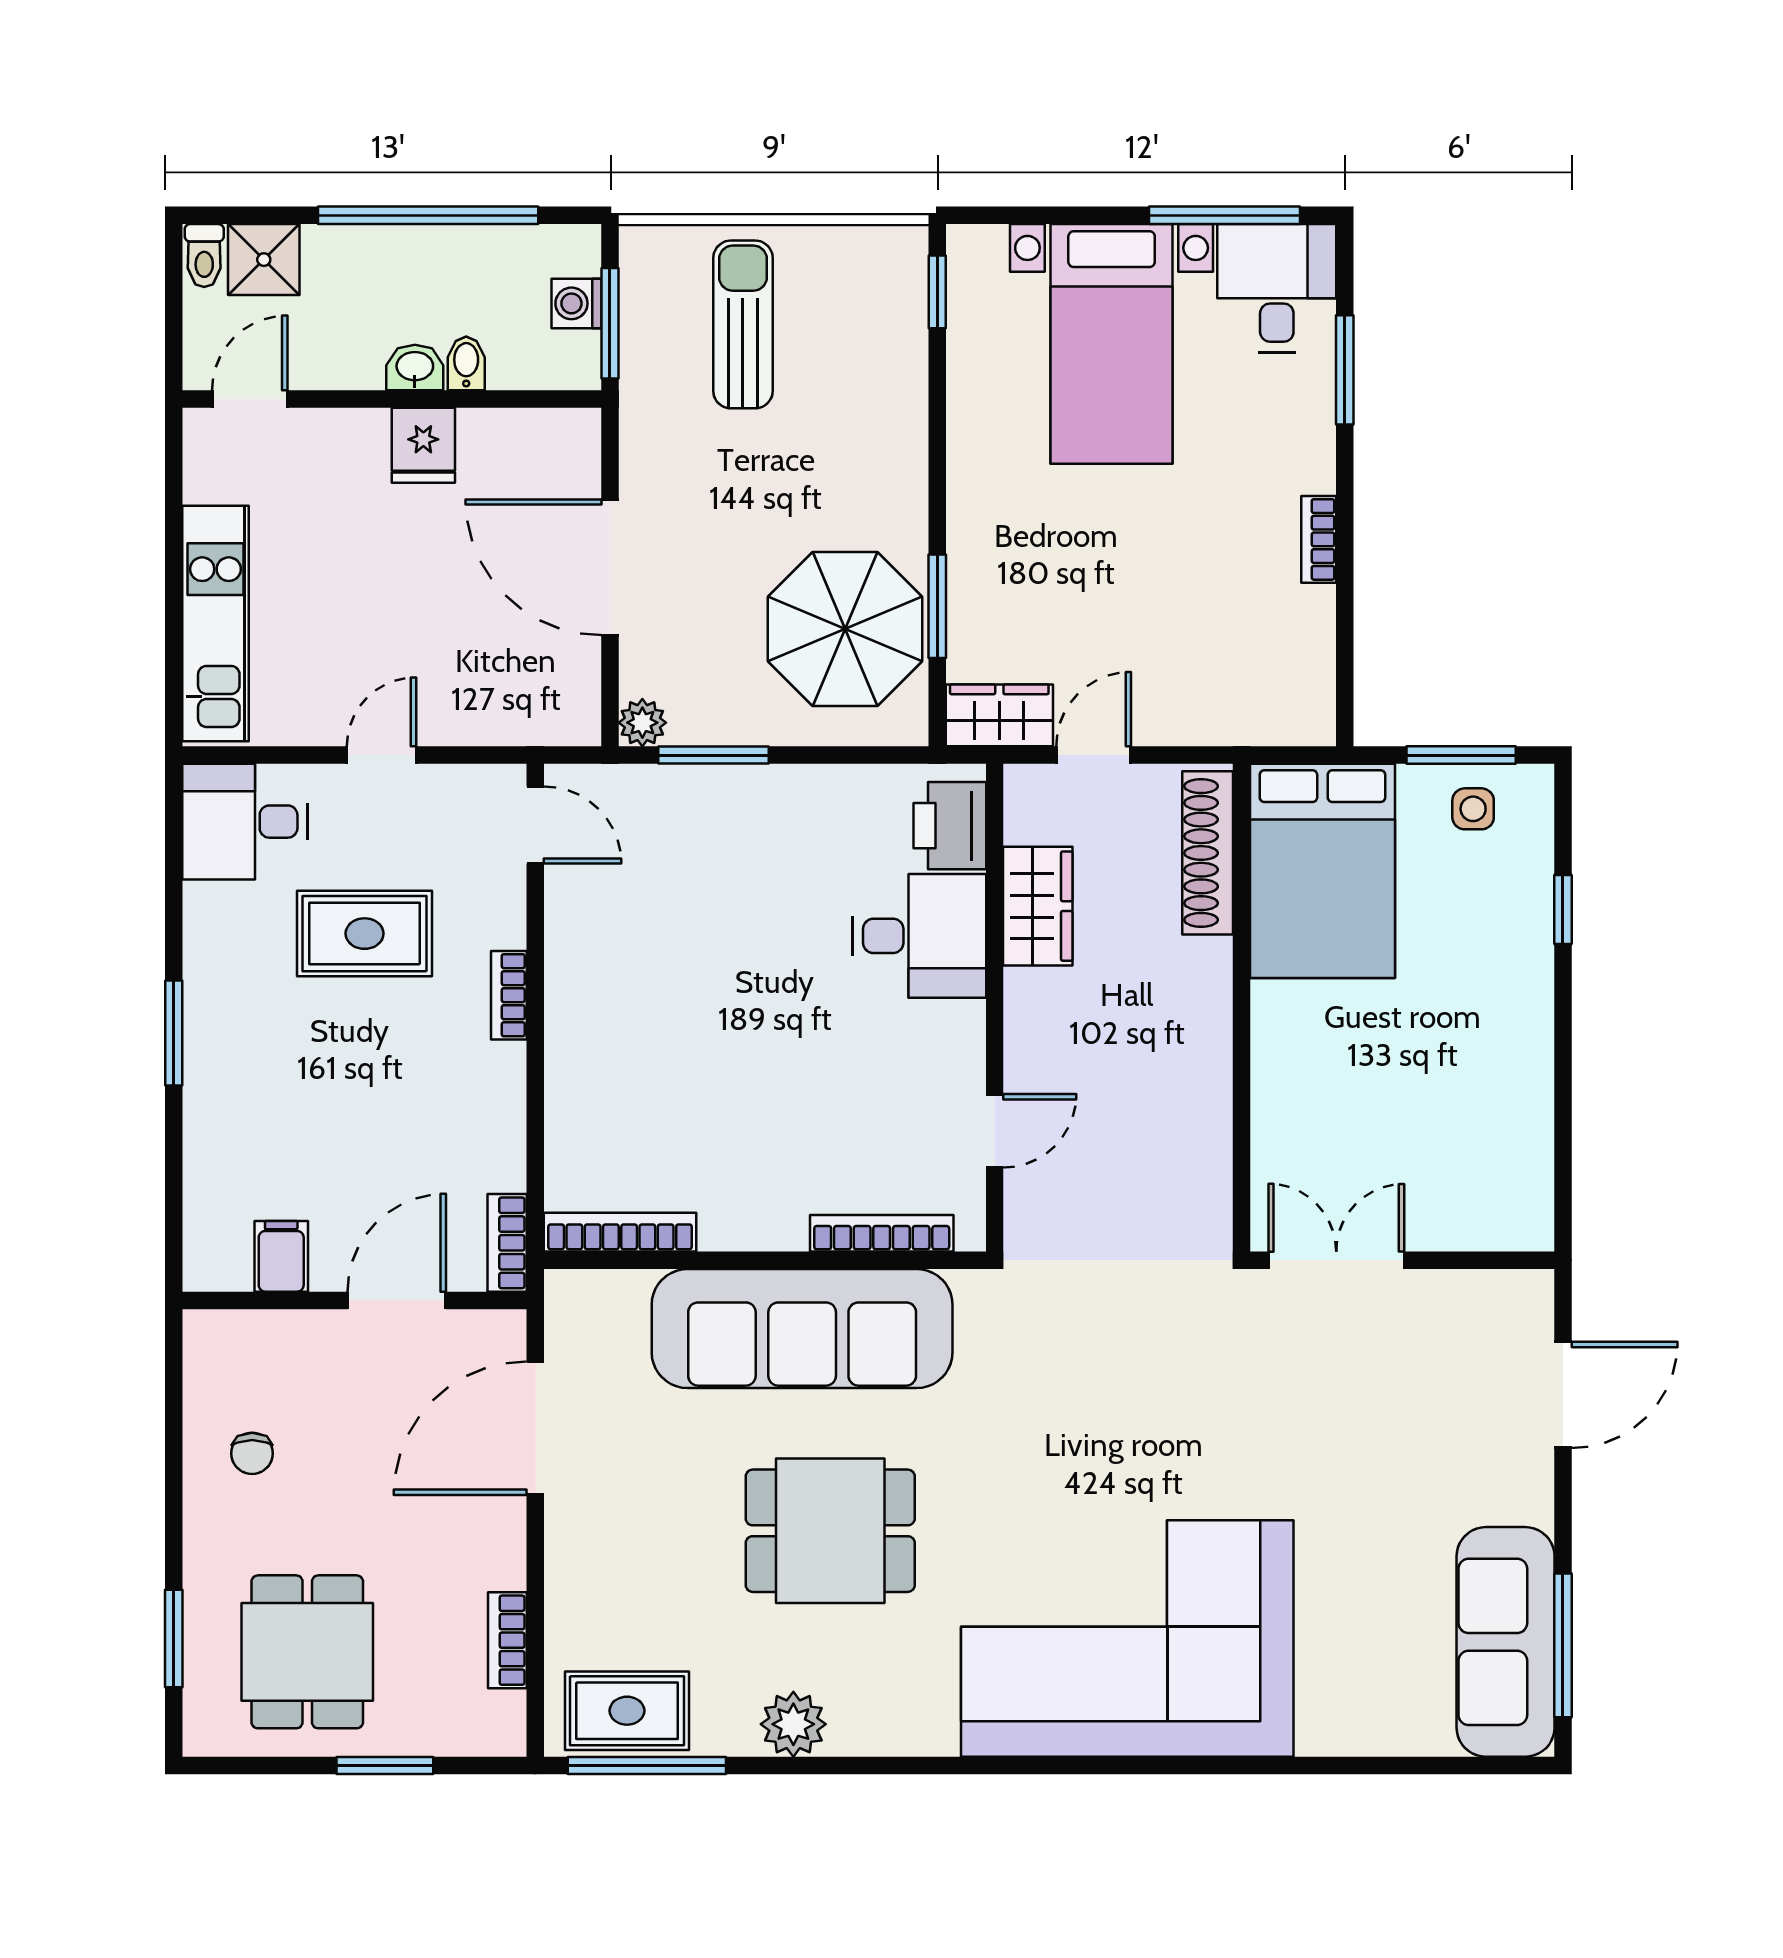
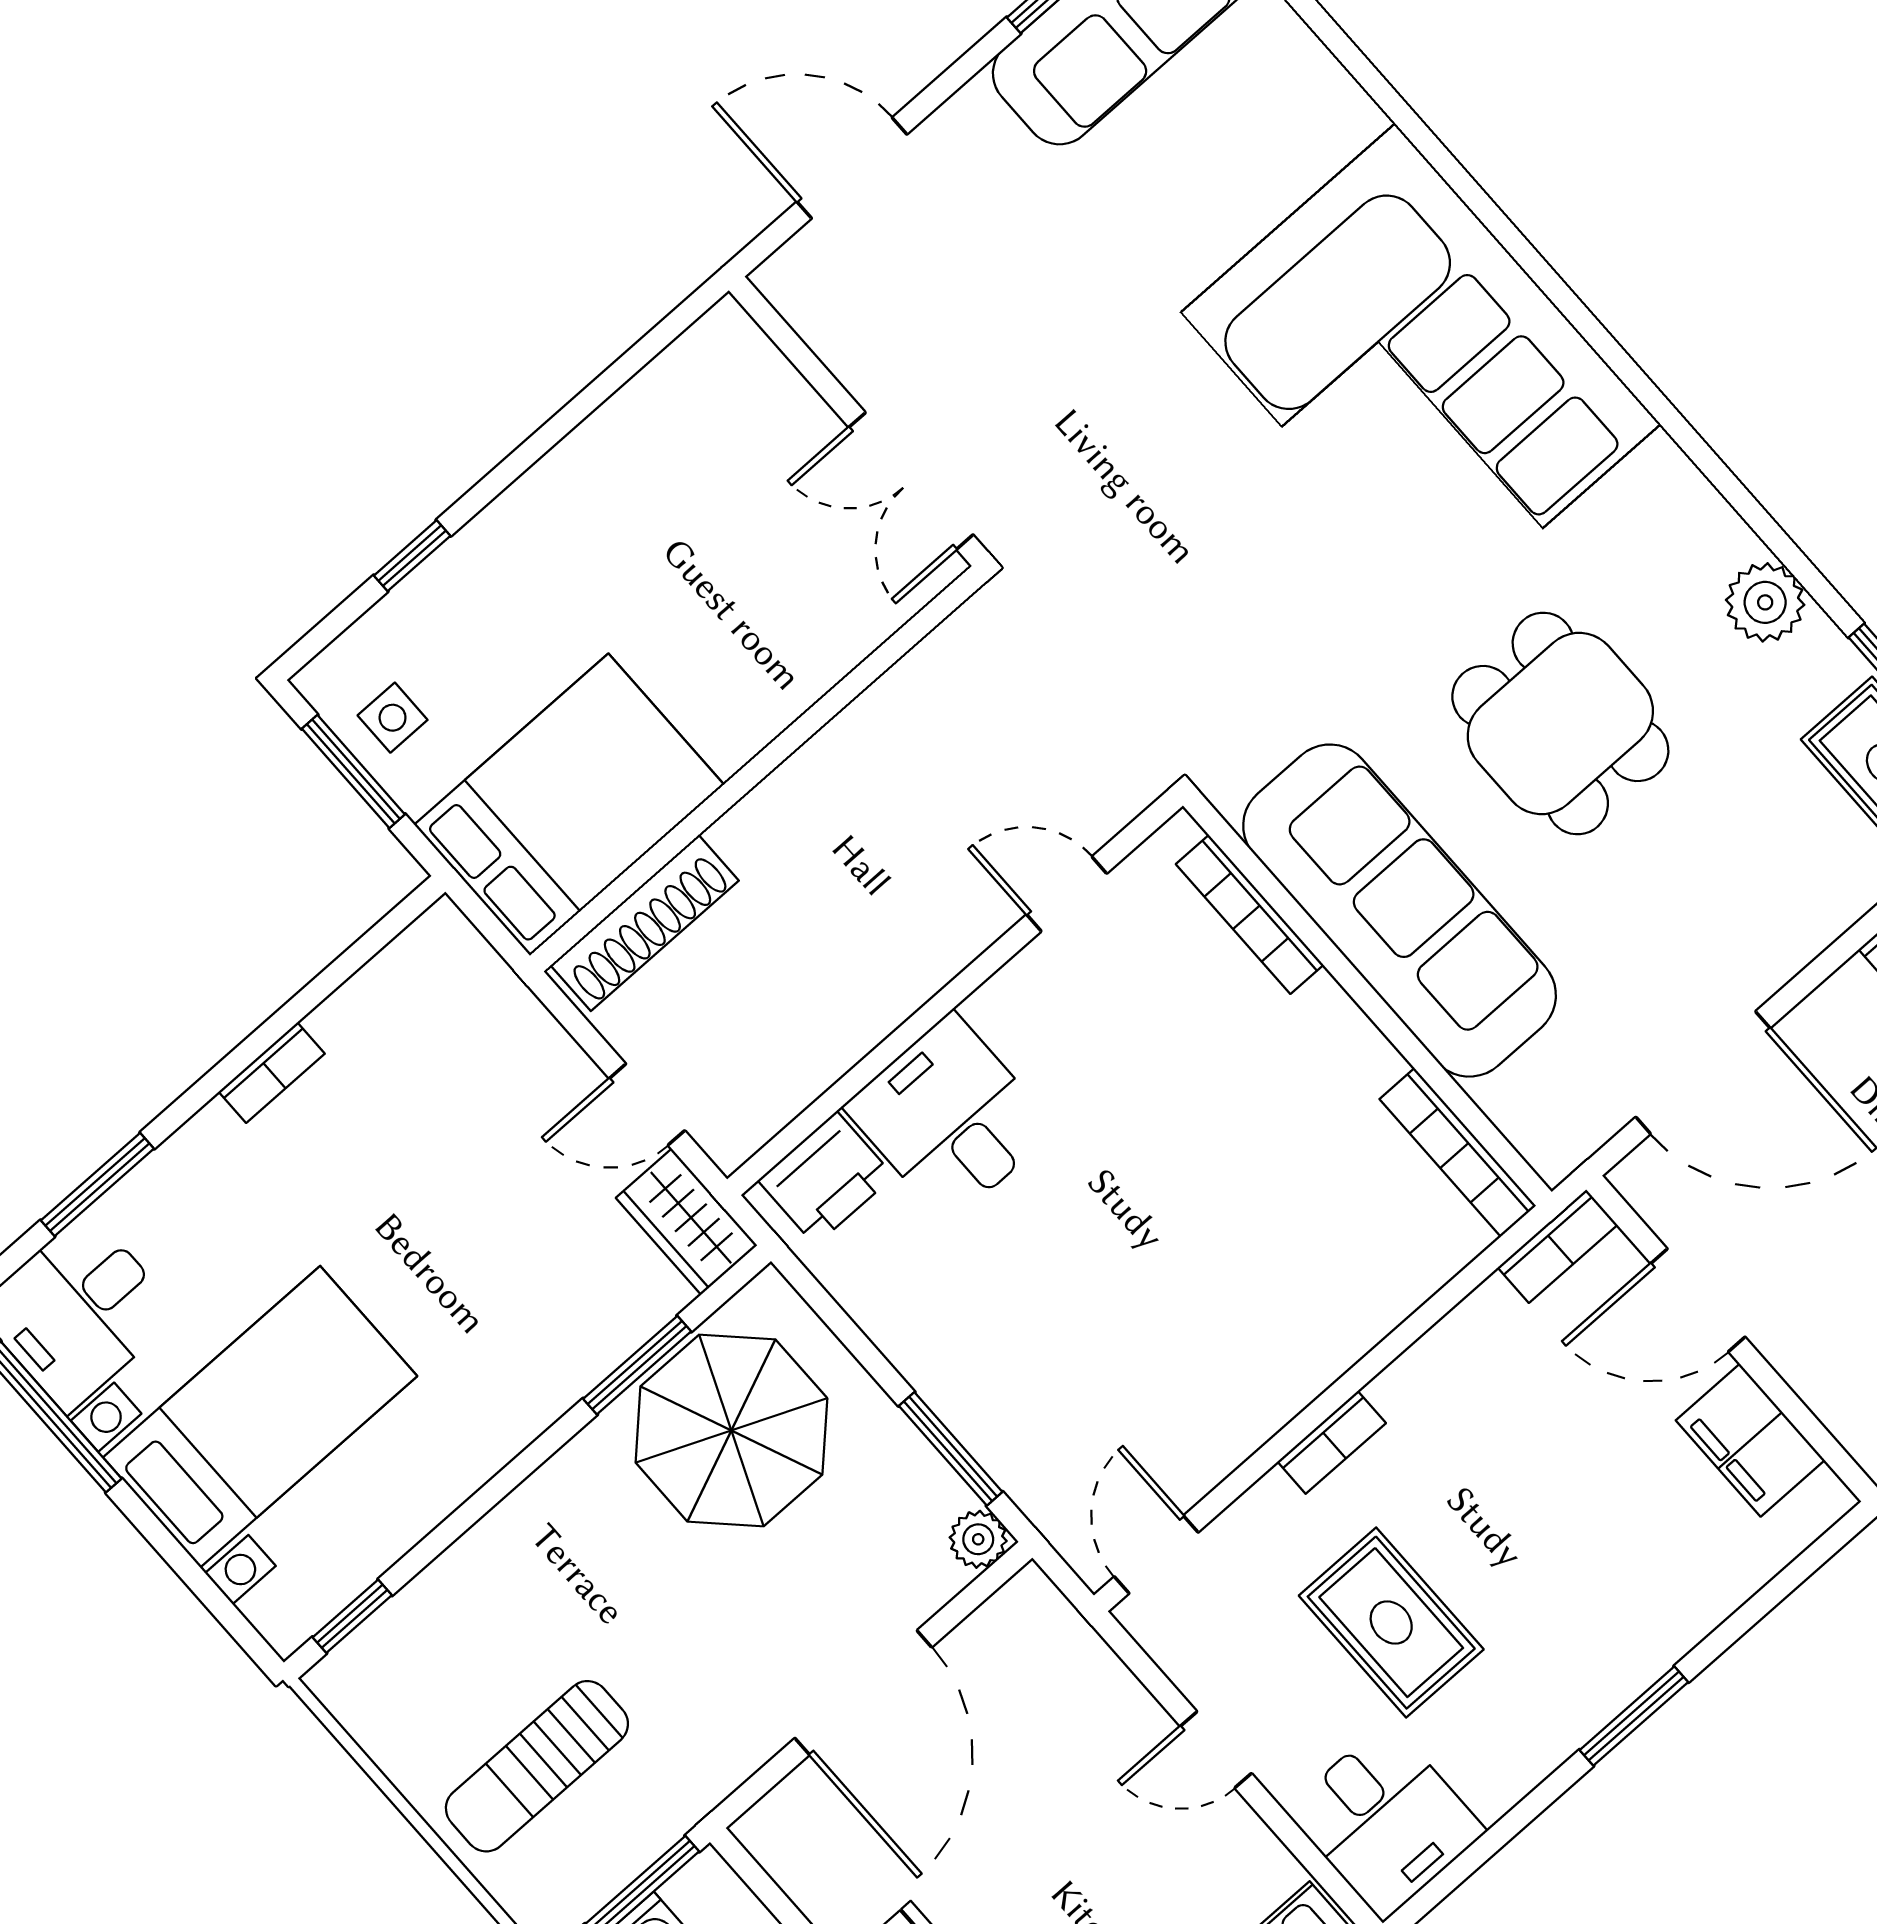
wardrobe: (1038, 906) -> (829, 1034), removed
filing cabinet: (281, 1256) -> (1750, 1440), width x2.00

